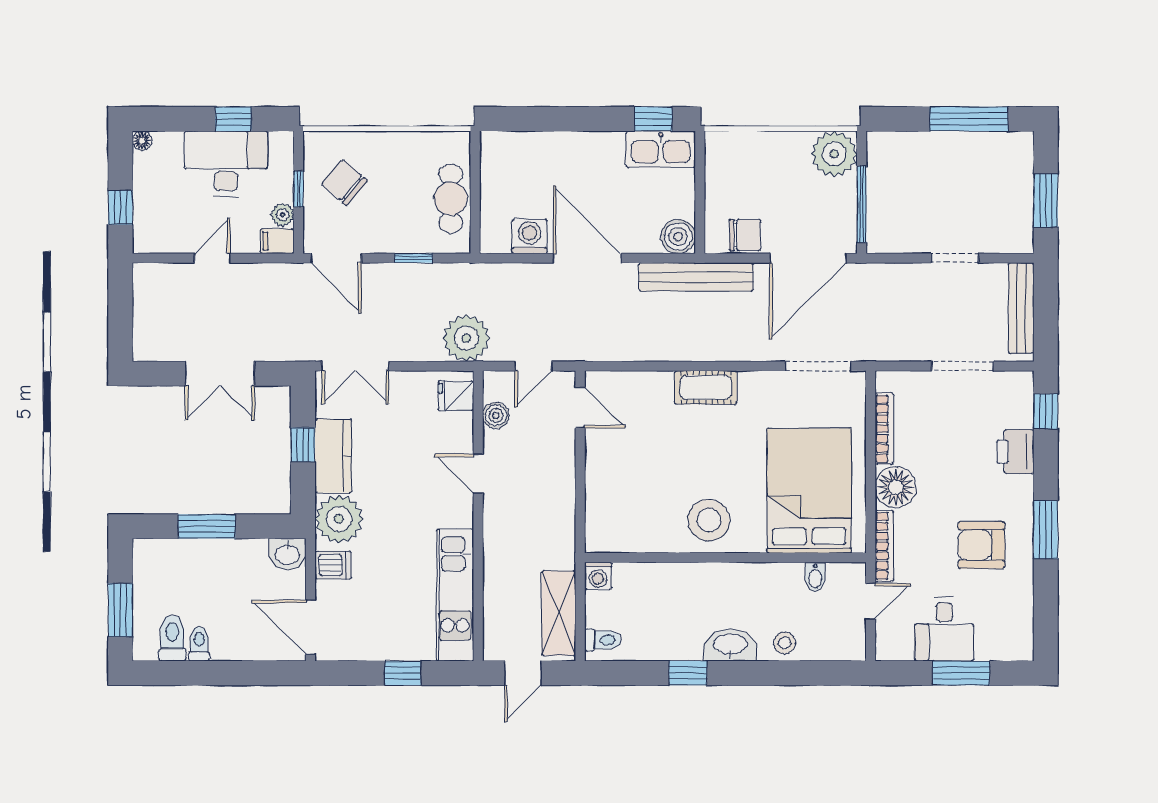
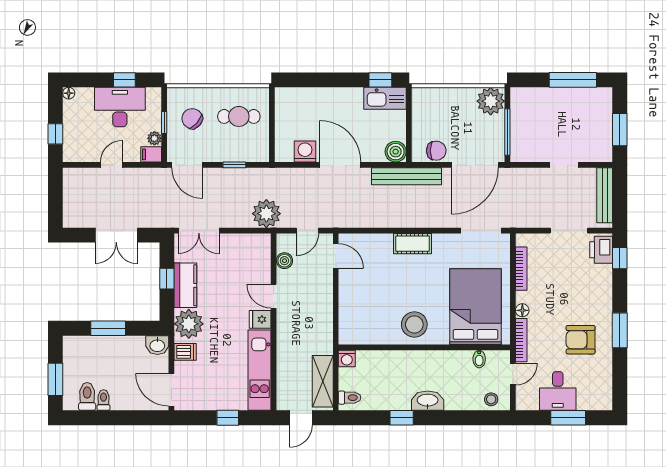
cafe table: (451, 199) -> (239, 116), moved, turned 90
fridge: (456, 396) -> (260, 319), moved
printer: (1015, 452) -> (601, 250), moved
floor lamp: (896, 487) -> (522, 310), width x0.53, depth x0.53
stool: (785, 643) -> (491, 399), moved

